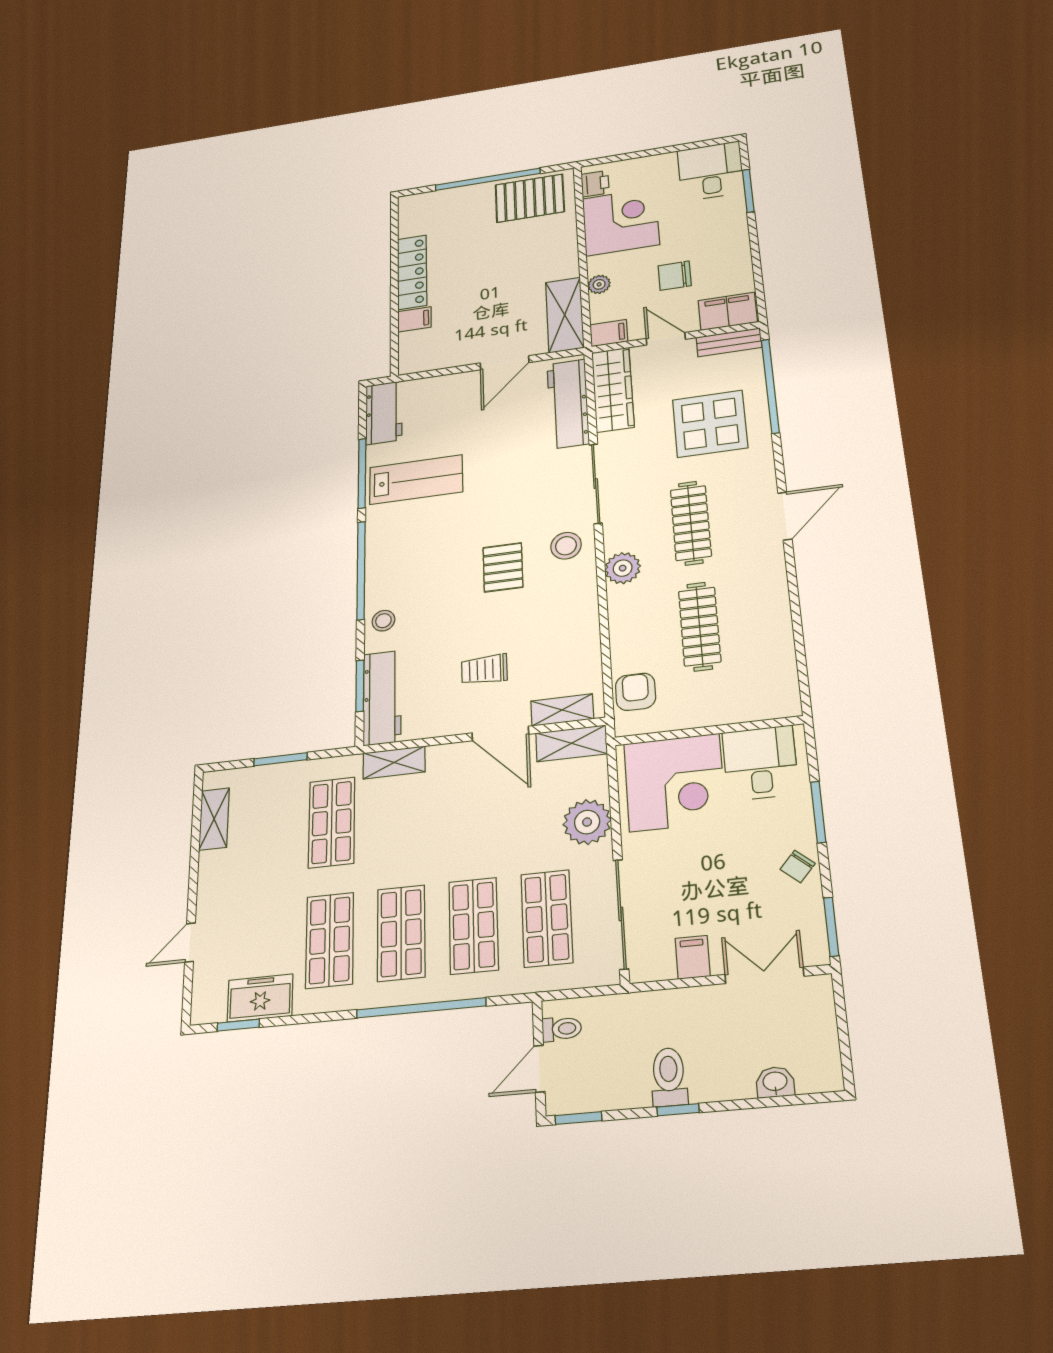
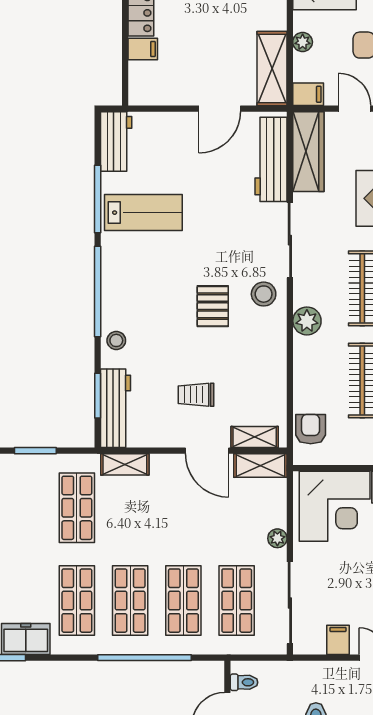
plant: (587, 822) -> (277, 538), width x0.53, depth x0.53

